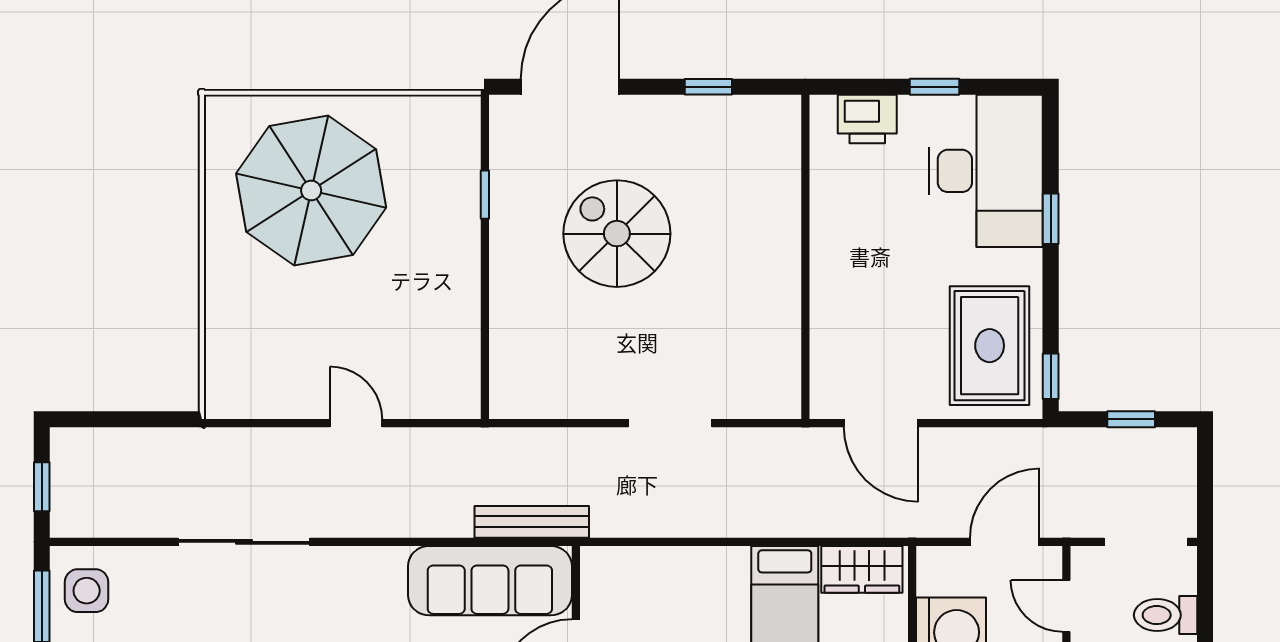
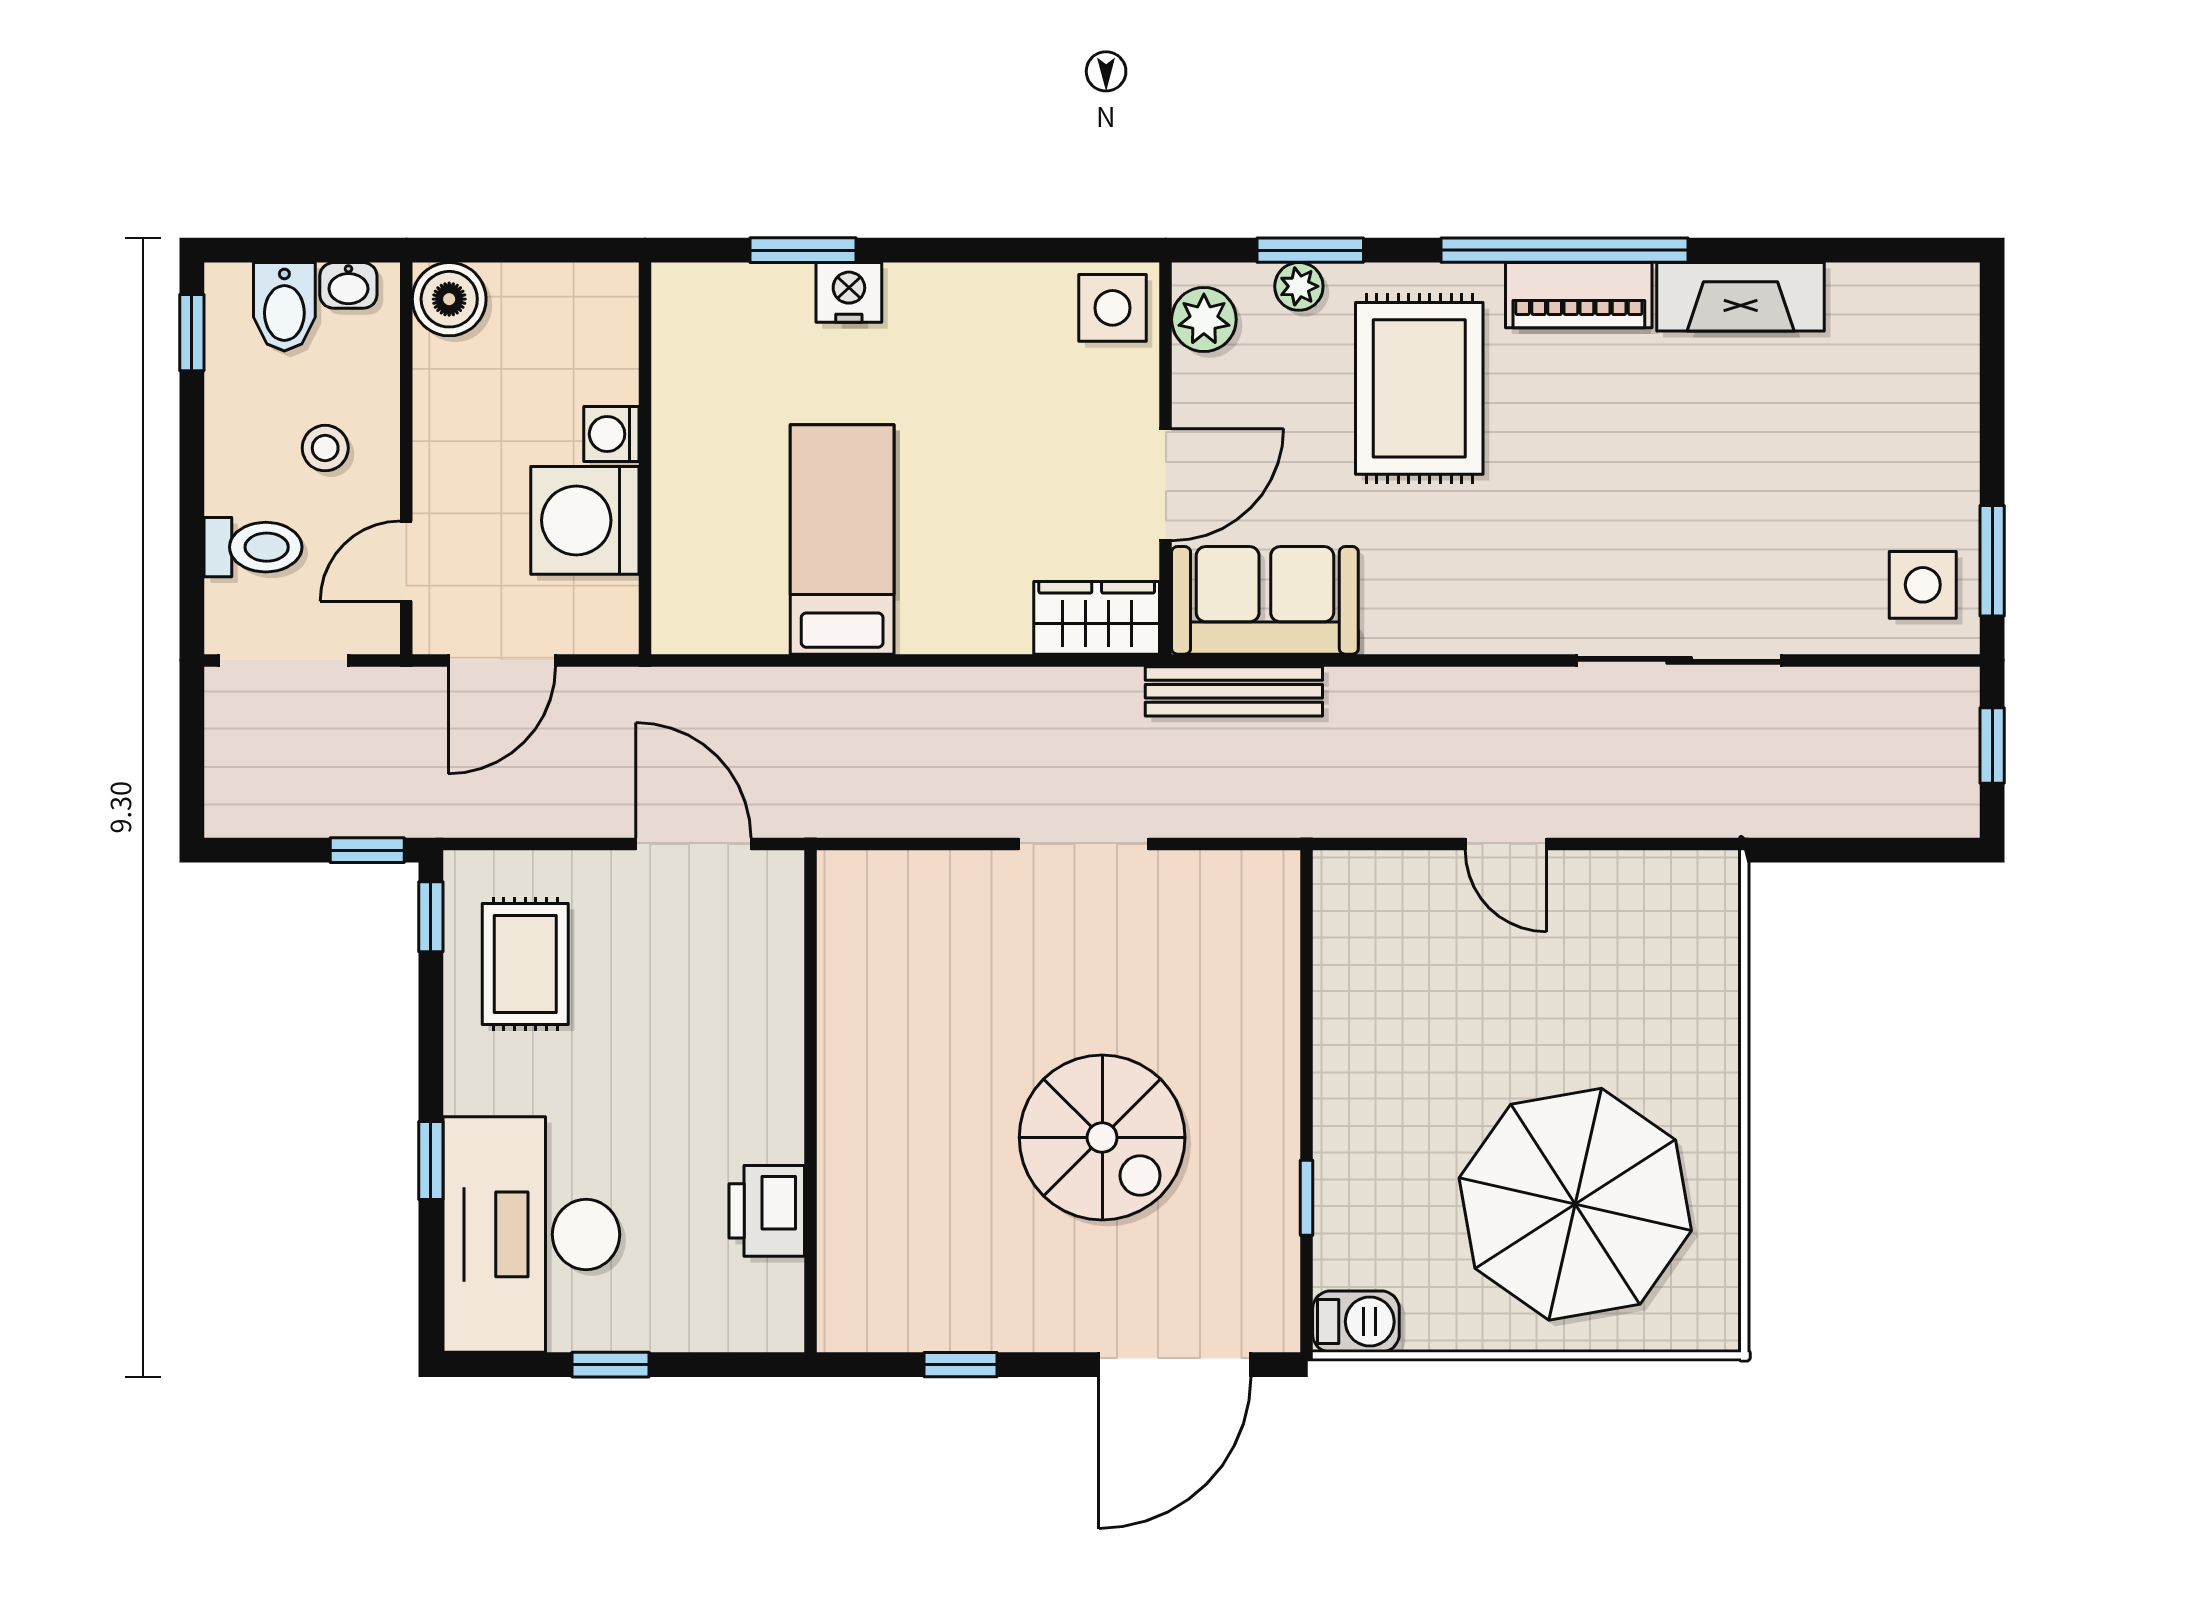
barbecue: (453, 115) -> (1356, 1322), added
printer: (867, 119) -> (767, 1211), moved, turned -90
rug: (990, 346) -> (525, 964), width x0.73, depth x0.70
window: (1131, 419) -> (367, 850), moved
doorway: (670, 423) -> (1084, 844), moved
wardrobe: (862, 569) -> (1097, 618), moved
sofa: (490, 581) -> (1265, 600), width x0.73
door: (1066, 606) -> (406, 561), swing flipped

